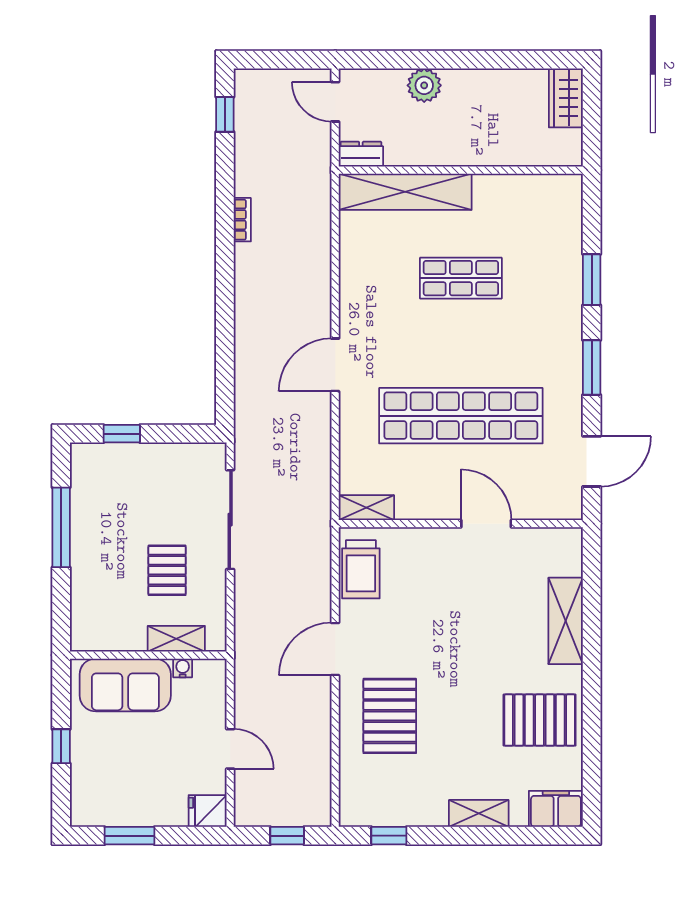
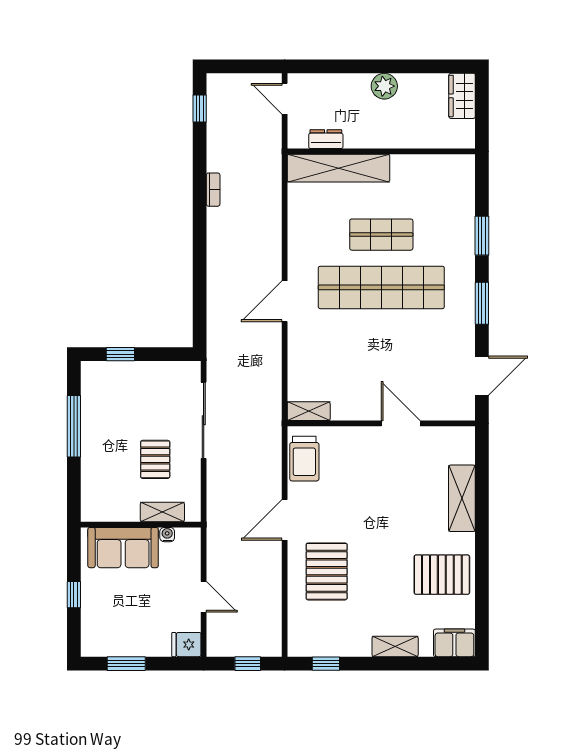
plant: (424, 85) -> (384, 86), moved
dresser: (361, 154) -> (326, 139), moved
shop shelf: (461, 416) -> (381, 287), moved

